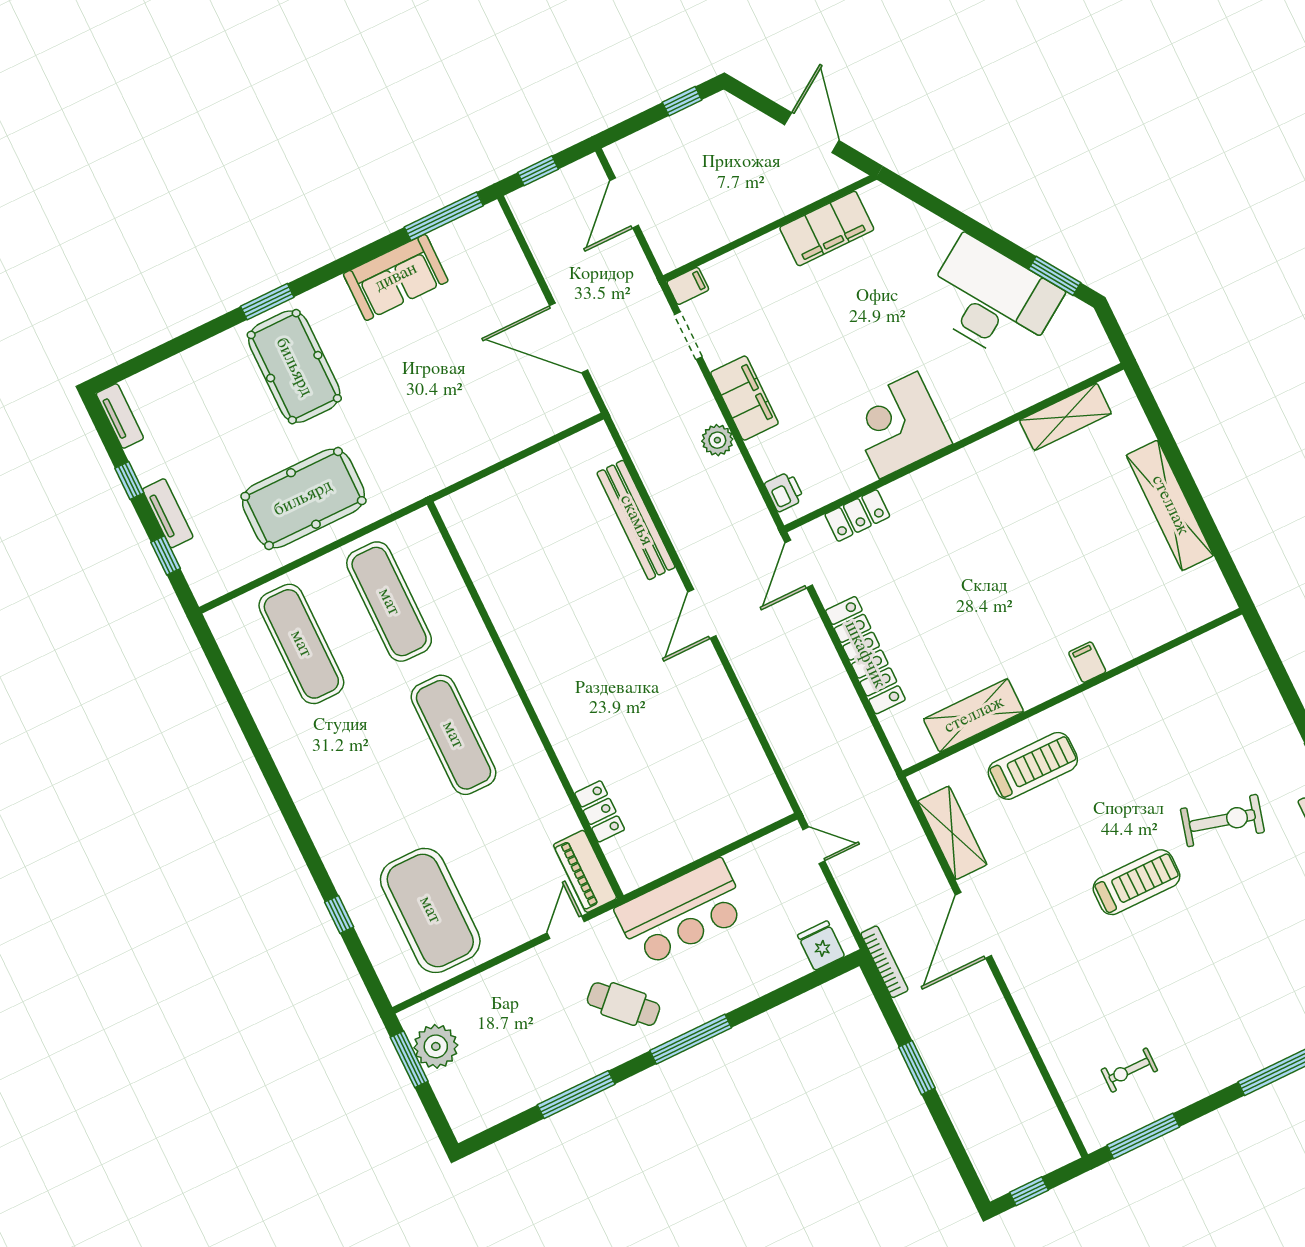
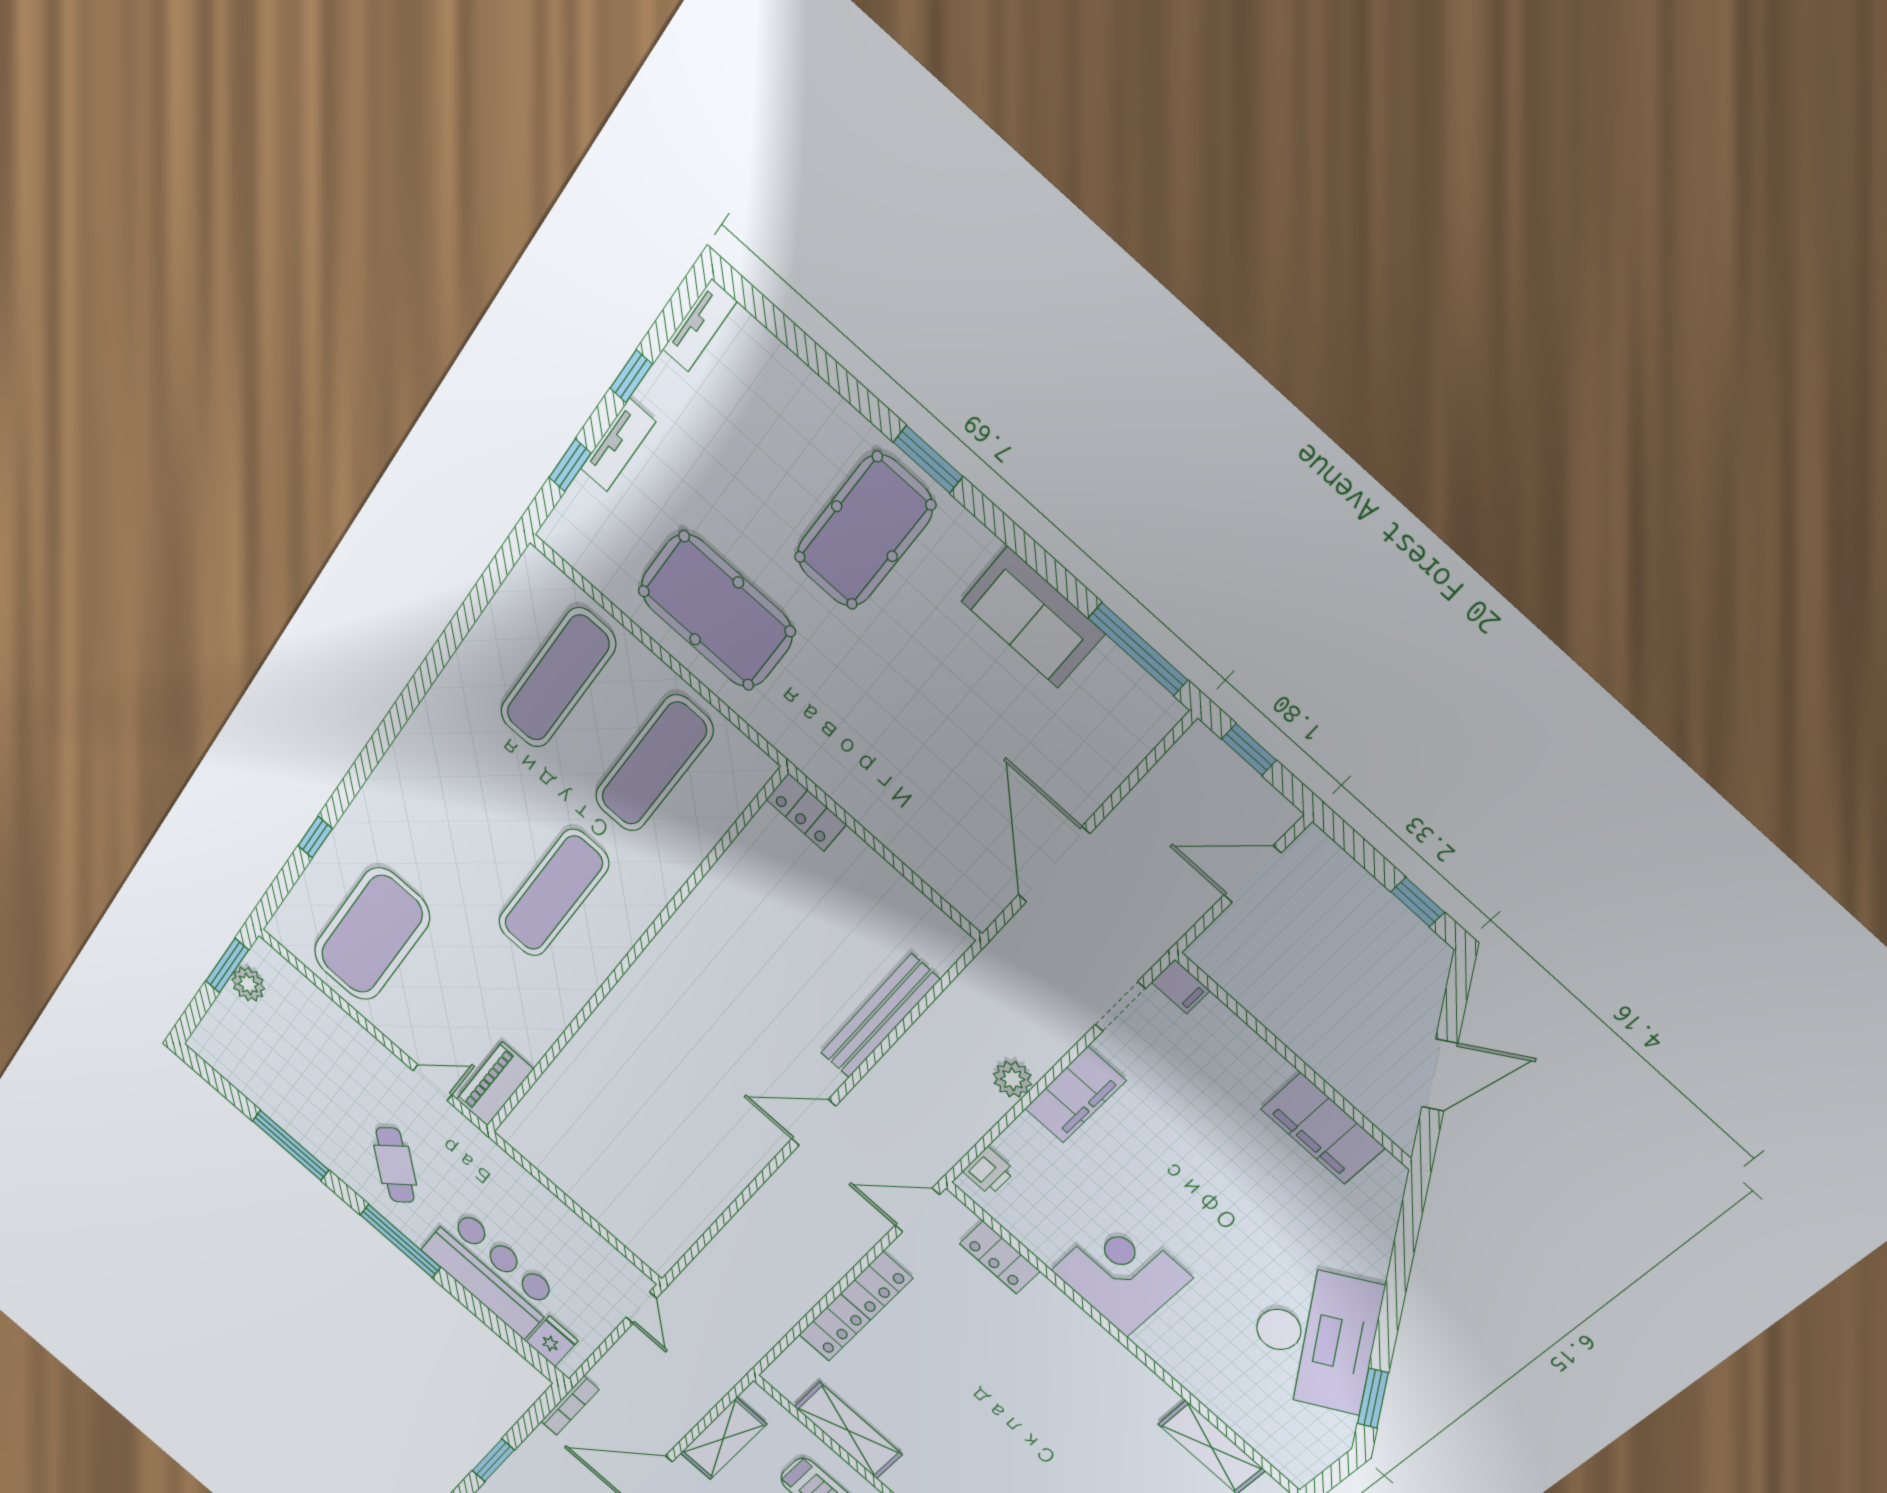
locker: (600, 811) -> (806, 812), moved, turned 90
bar counter: (682, 912) -> (491, 1273), moved, turned 180
plant: (436, 1046) -> (248, 984), width x0.73, depth x0.73

